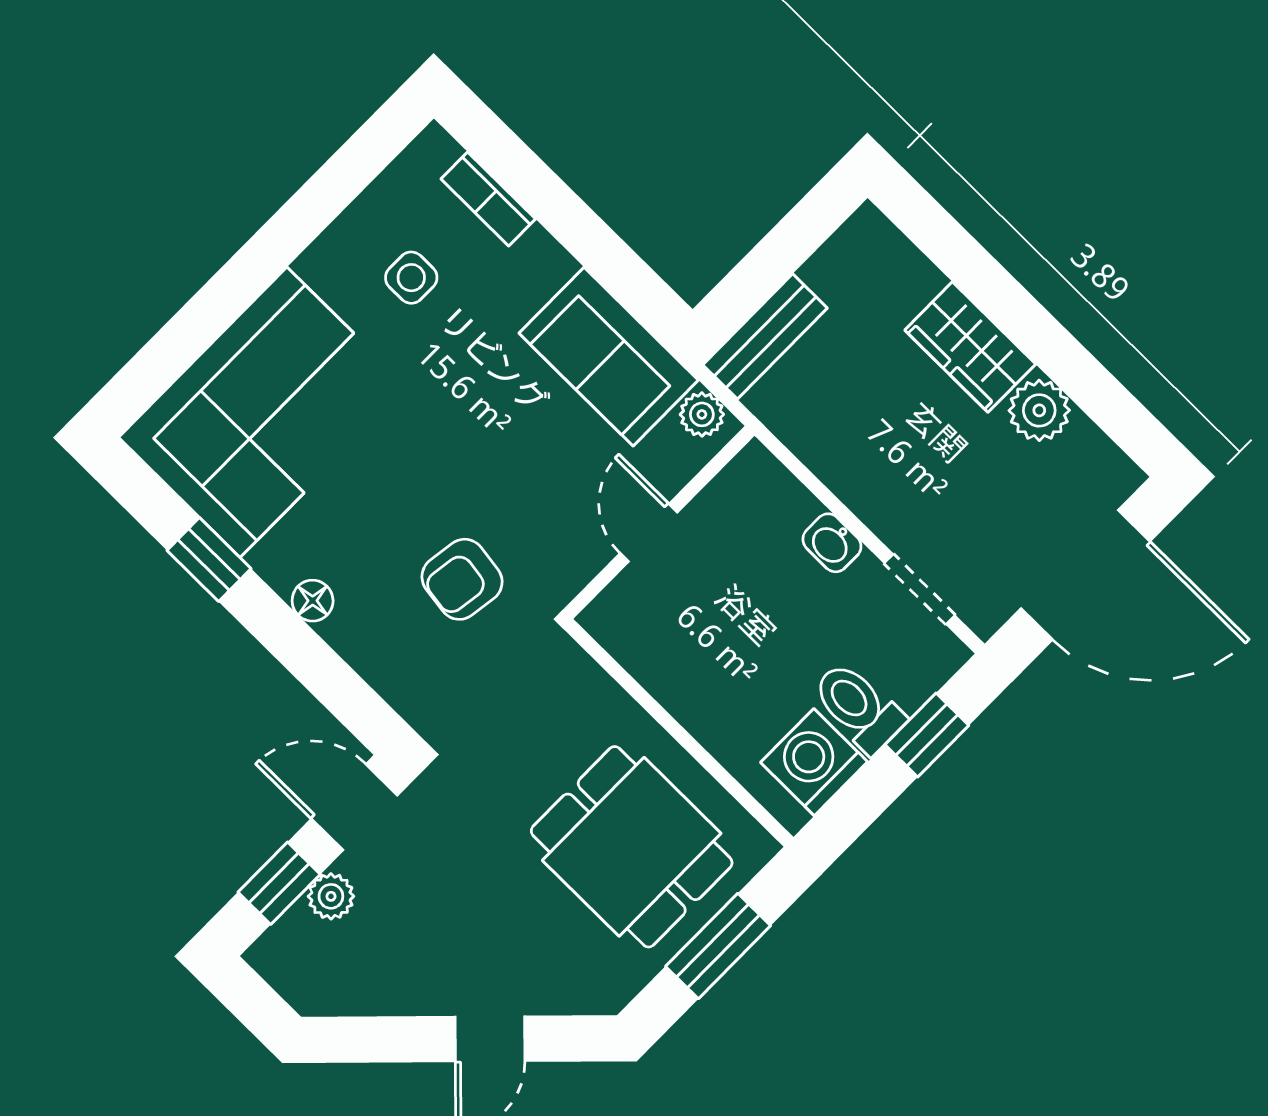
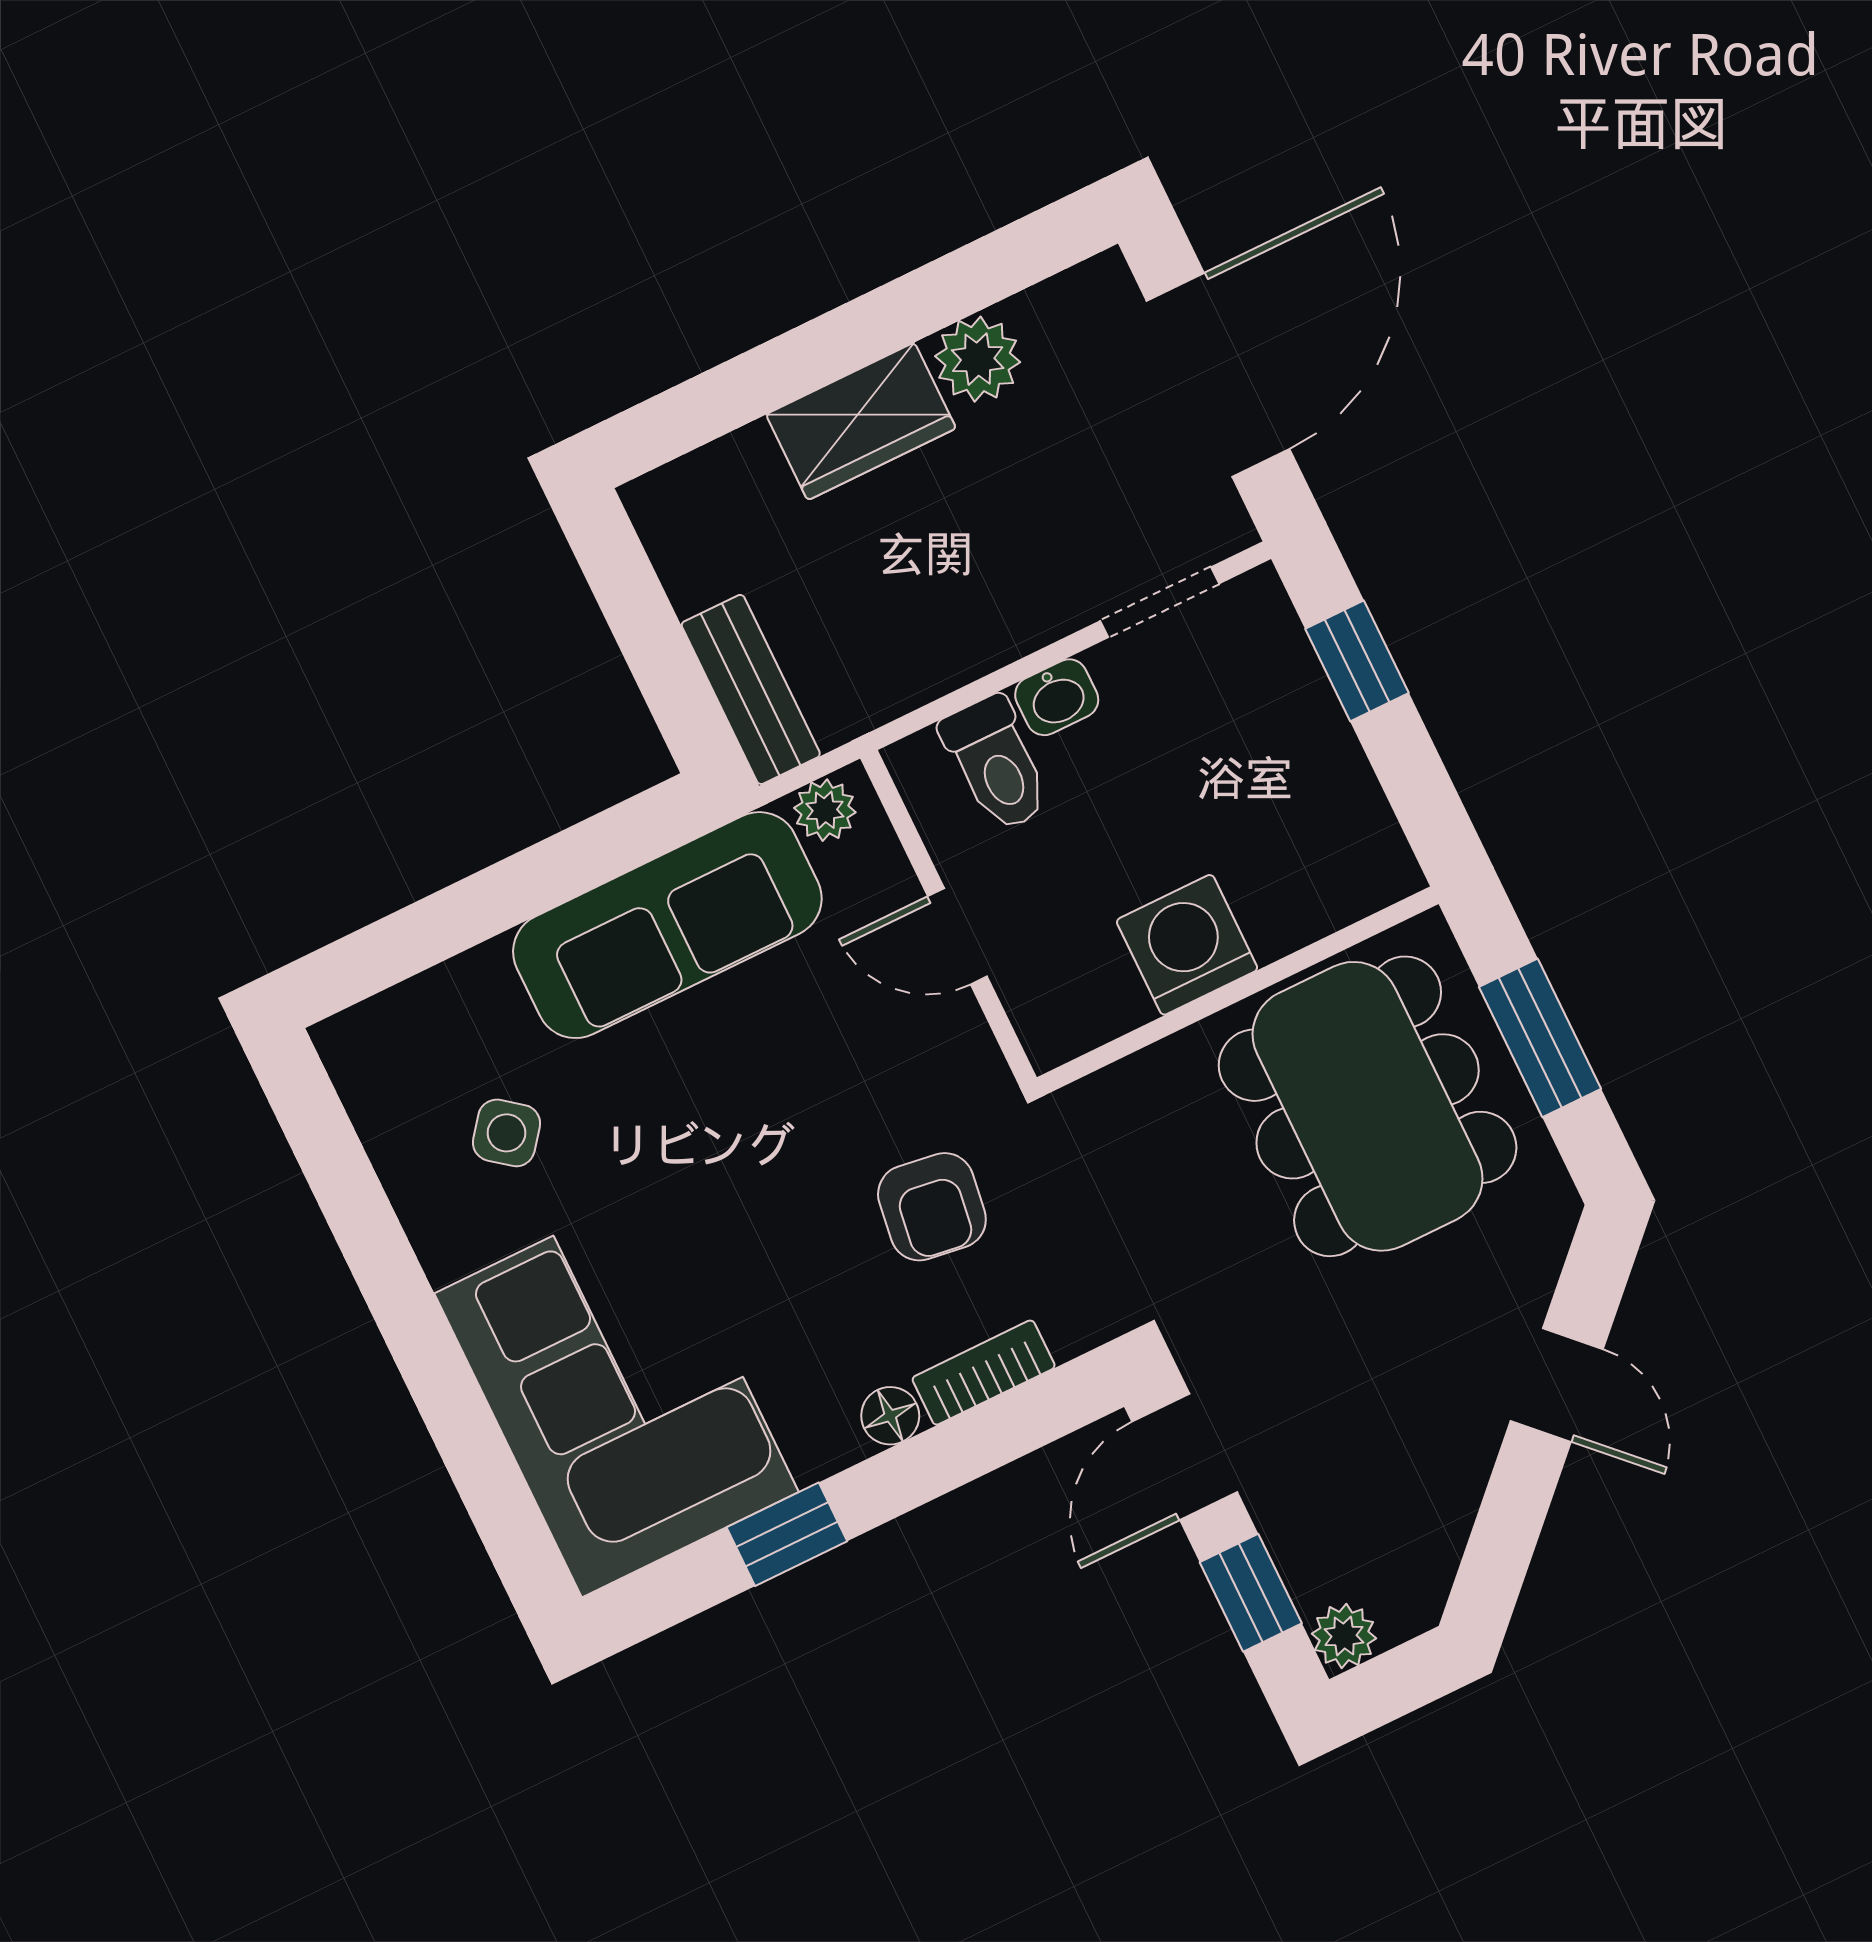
bookcase: (488, 199) -> (984, 1373), moved, turned 180
side table: (411, 278) -> (506, 1133), turned 38
sofa: (609, 357) -> (667, 925), width x1.36
toilet: (858, 707) -> (996, 764), moved, turned -90
washing machine: (814, 762) -> (1187, 945), moved, turned 90
dining table: (632, 847) -> (1368, 1106), width x1.38
plant: (331, 896) -> (1344, 1636), moved

